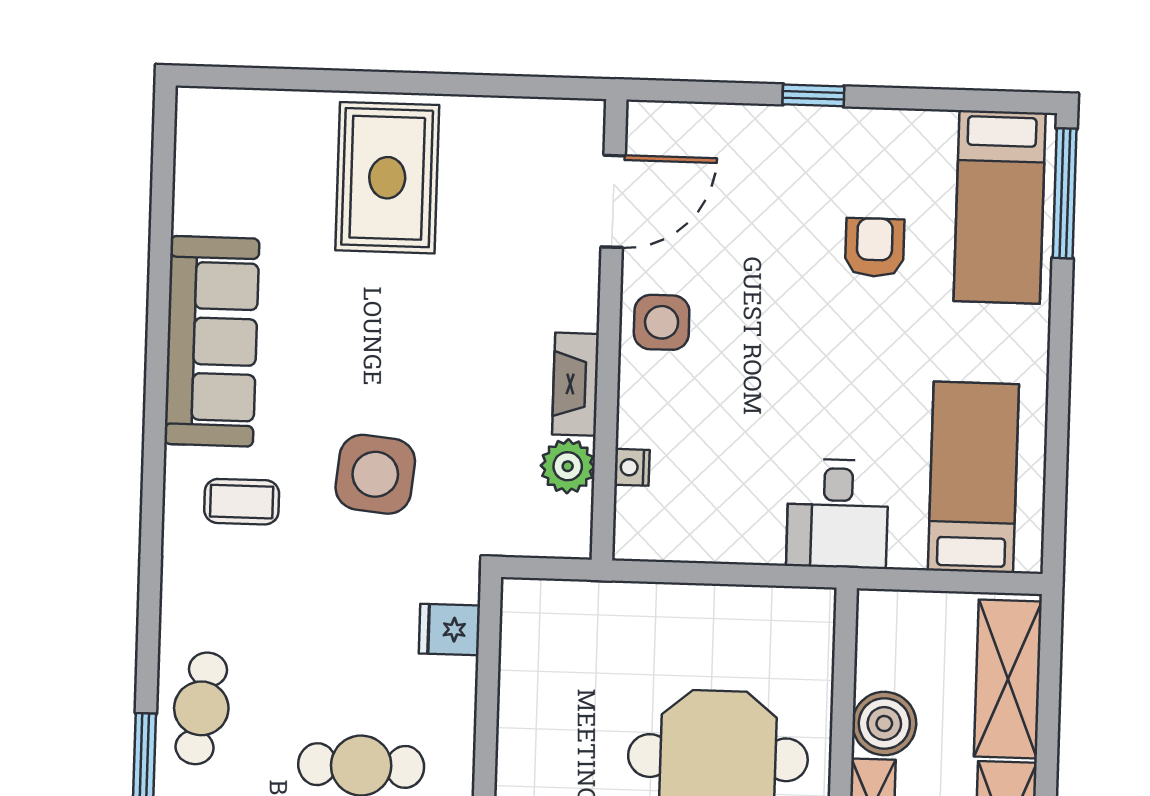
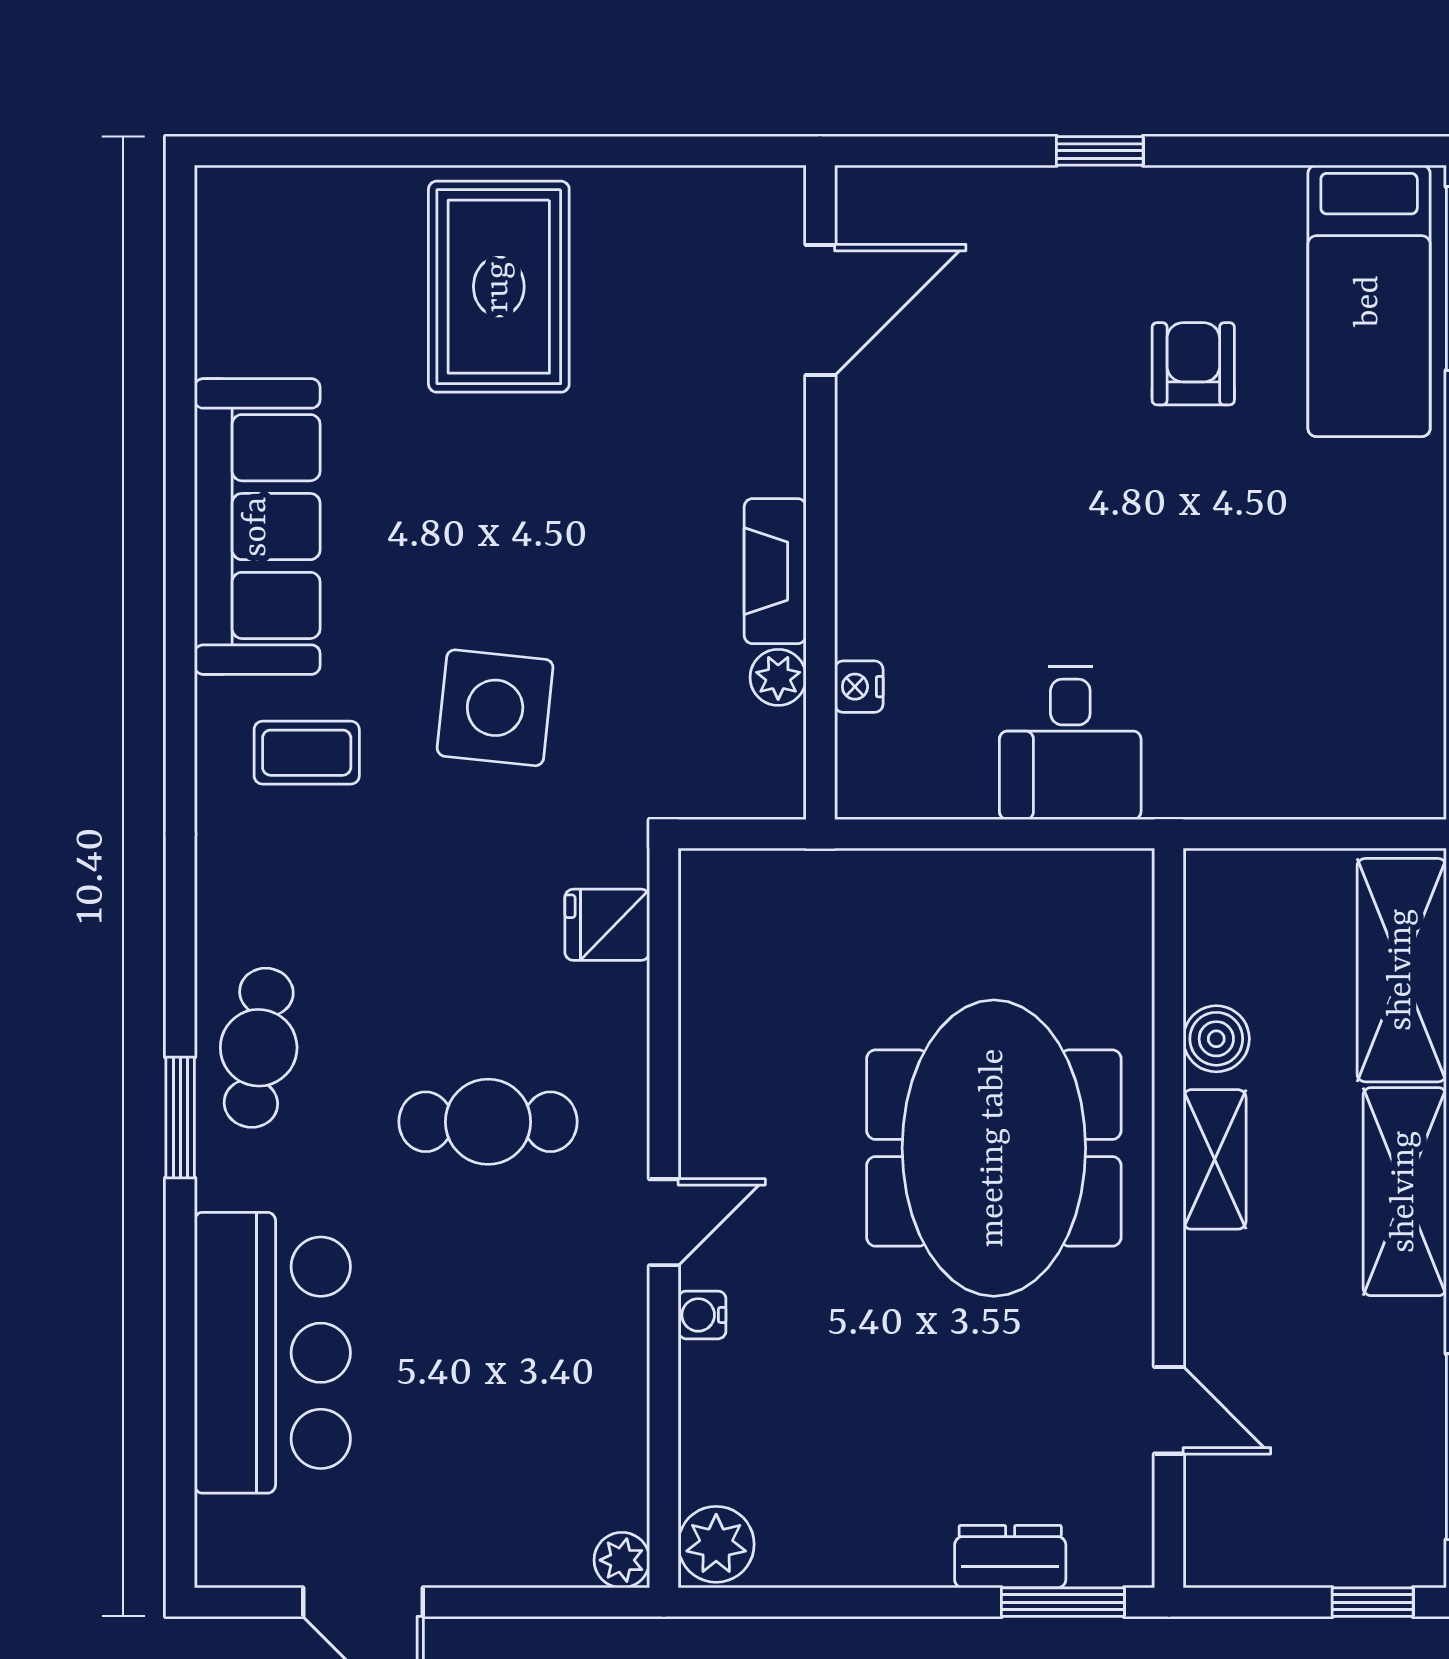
side table: (662, 322) -> (894, 480), removed
plant: (568, 466) -> (778, 677), width x0.73, depth x0.73
bed: (973, 477) -> (1344, 685), removed
desk: (838, 514) -> (1070, 743), moved
boiler: (884, 724) -> (1216, 1039), width x0.73, depth x0.73

